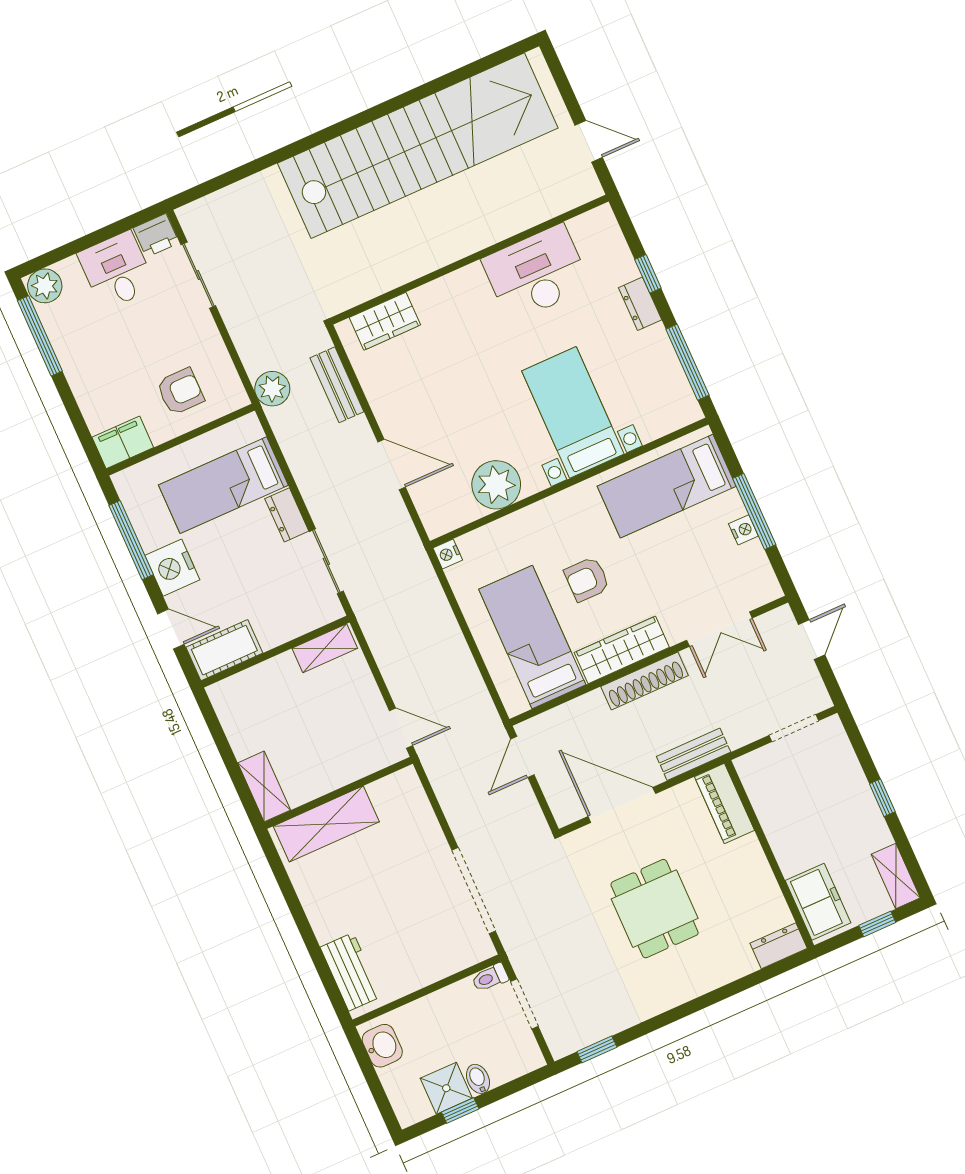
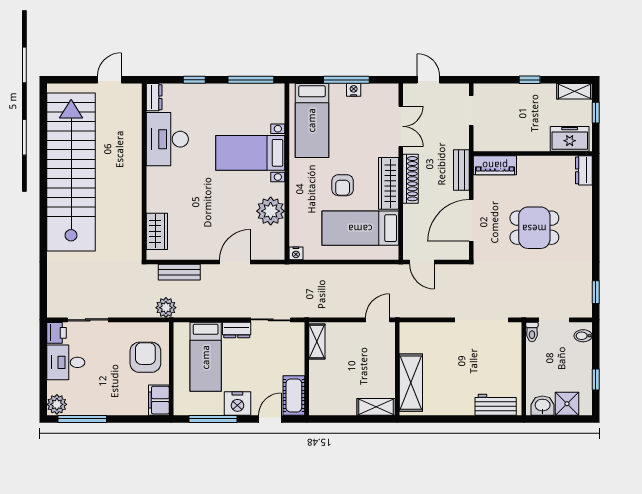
dresser: (640, 304) -> (154, 97), moved, turned -90
armchair: (180, 391) -> (145, 357), width x1.38, depth x1.38
bidet: (478, 1079) -> (583, 336), moved
shower: (446, 1088) -> (567, 404), moved

